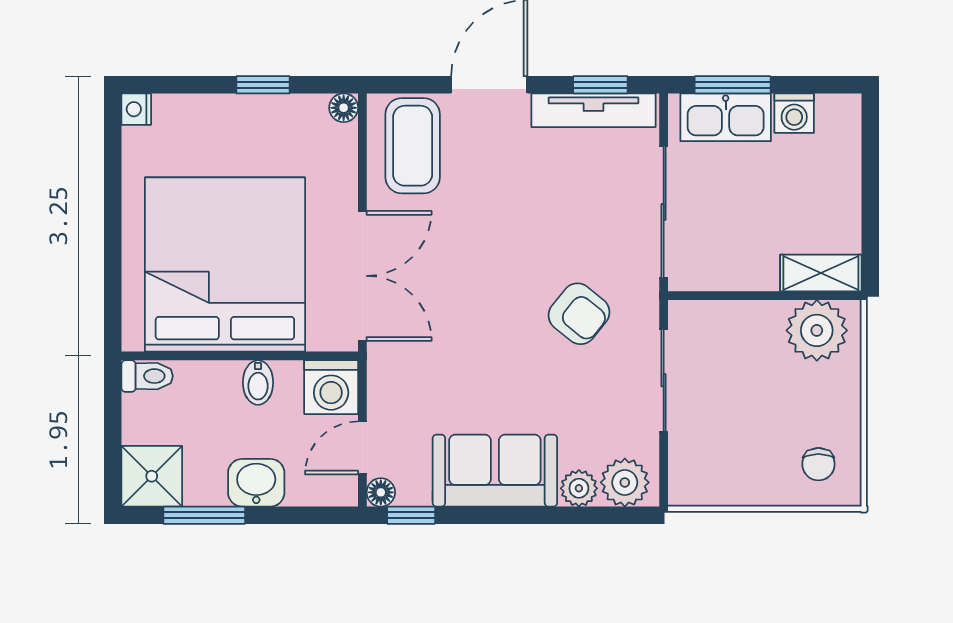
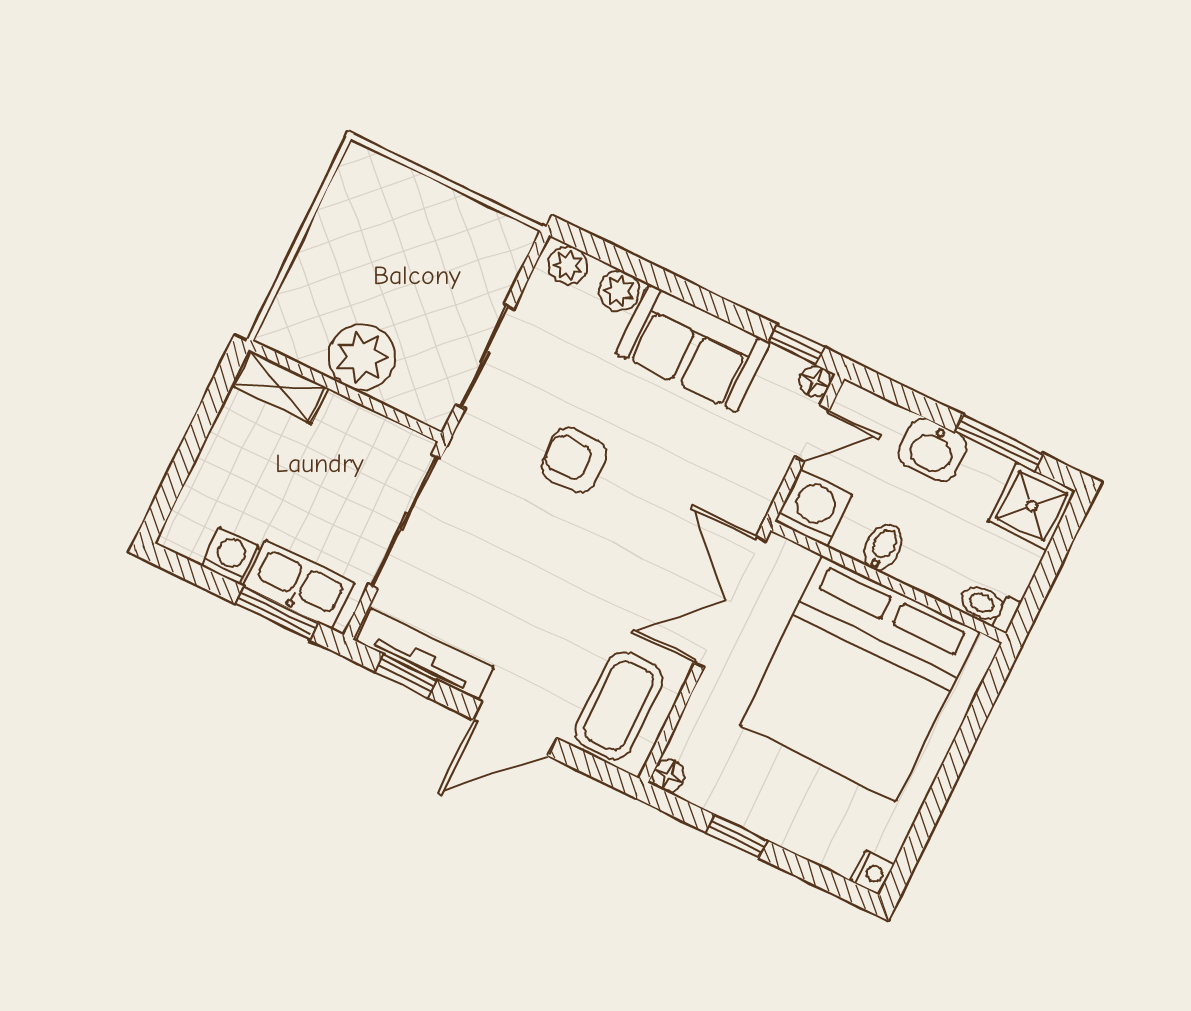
armchair: (579, 314) -> (574, 460), moved, turned -39
plant: (817, 330) -> (362, 357), moved
chair: (818, 464) -> (373, 201), removed
plant: (625, 482) -> (568, 265), width x0.73, depth x0.73

